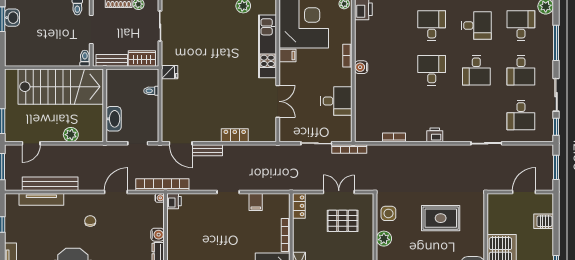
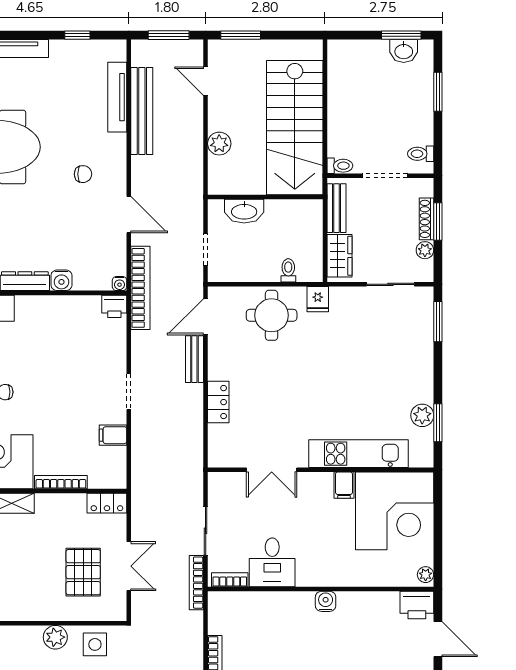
bookcase: (347, 56) -> (230, 580), moved
round table: (180, 101) -> (272, 315), added

